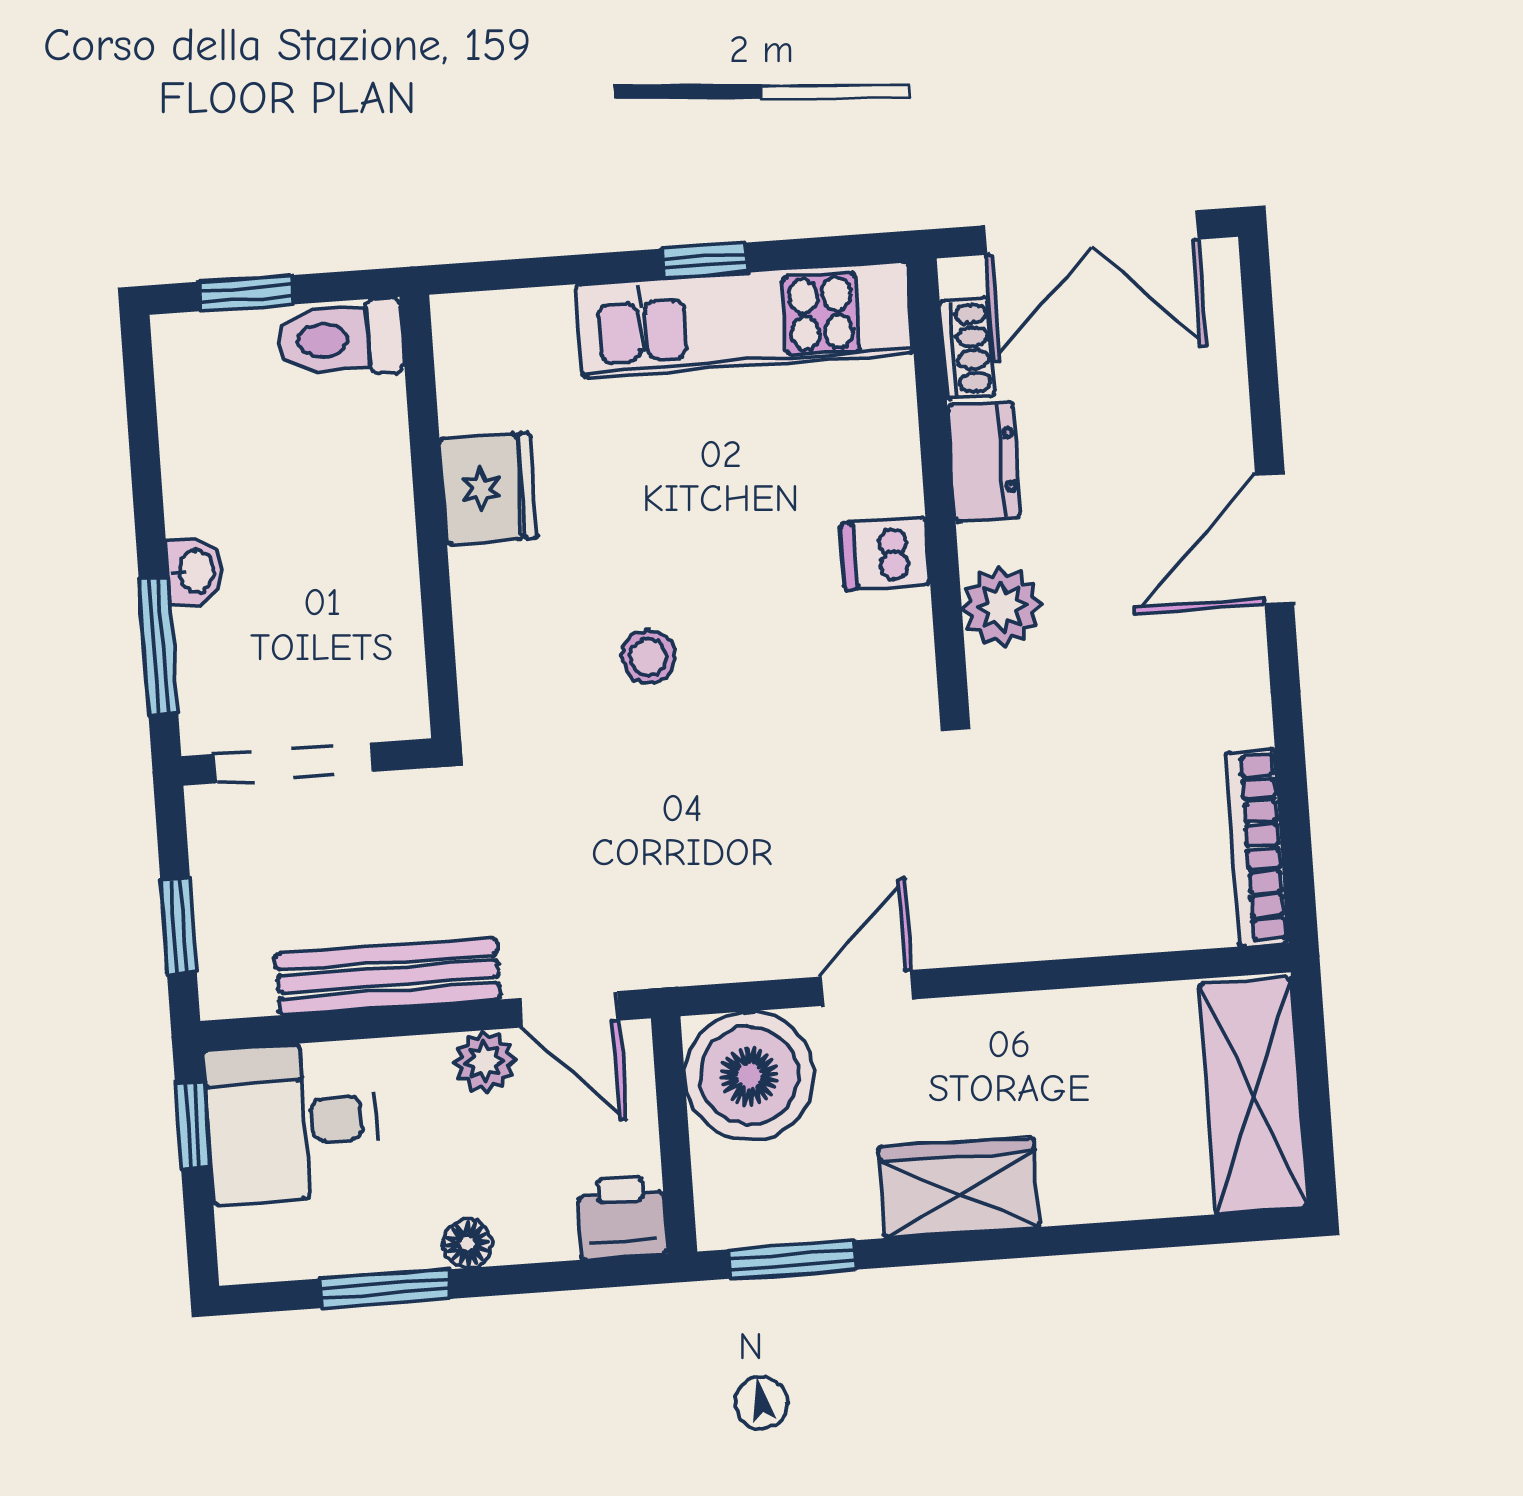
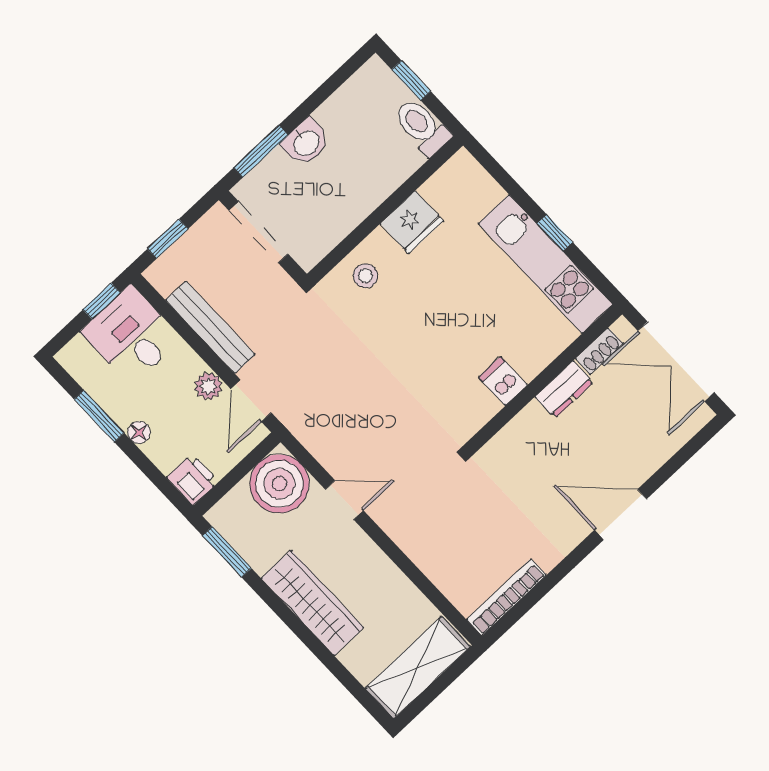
washbasin: (195, 571) -> (306, 142), width x1.38, depth x1.45
plant: (1002, 607) -> (518, 438), removed
stool: (648, 657) -> (365, 276), moved
wardrobe: (959, 1187) -> (313, 603), width x1.50

